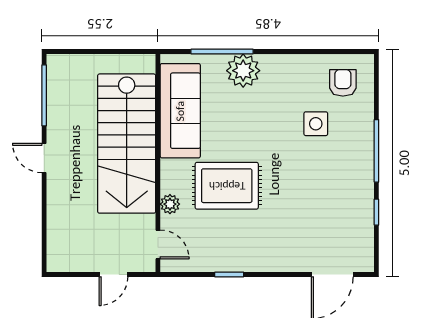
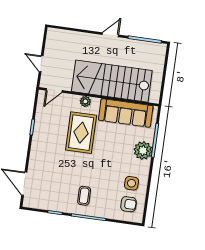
side table: (316, 124) -> (132, 183), moved
coffee table: (339, 164) -> (84, 196), added
plant: (170, 204) -> (85, 101), moved

